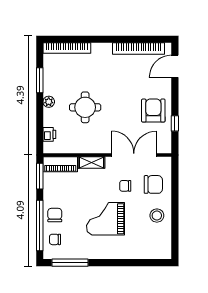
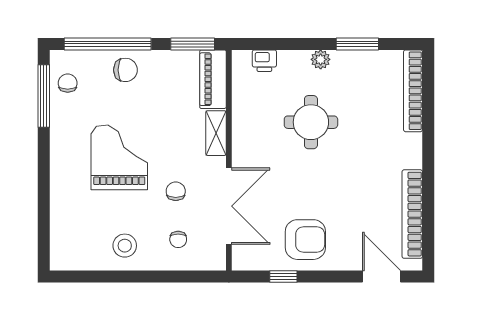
chair: (153, 184) -> (178, 239), width x0.54, depth x0.54
chair: (55, 239) -> (68, 83), moved

